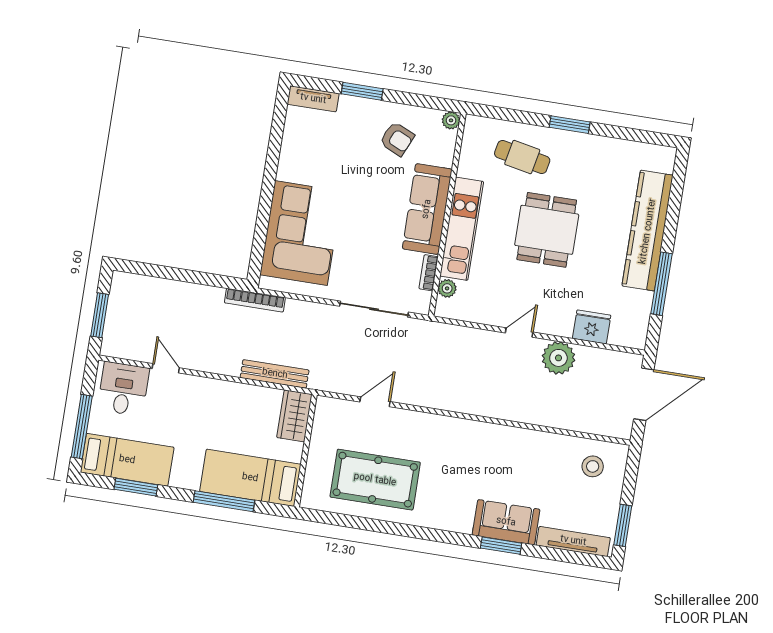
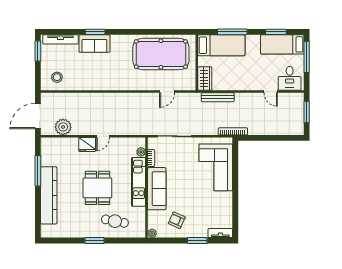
fridge: (592, 327) -> (87, 144), moved
plant: (558, 358) -> (63, 127), moved
pool table: (375, 480) -> (161, 54), width x1.36, depth x1.32

